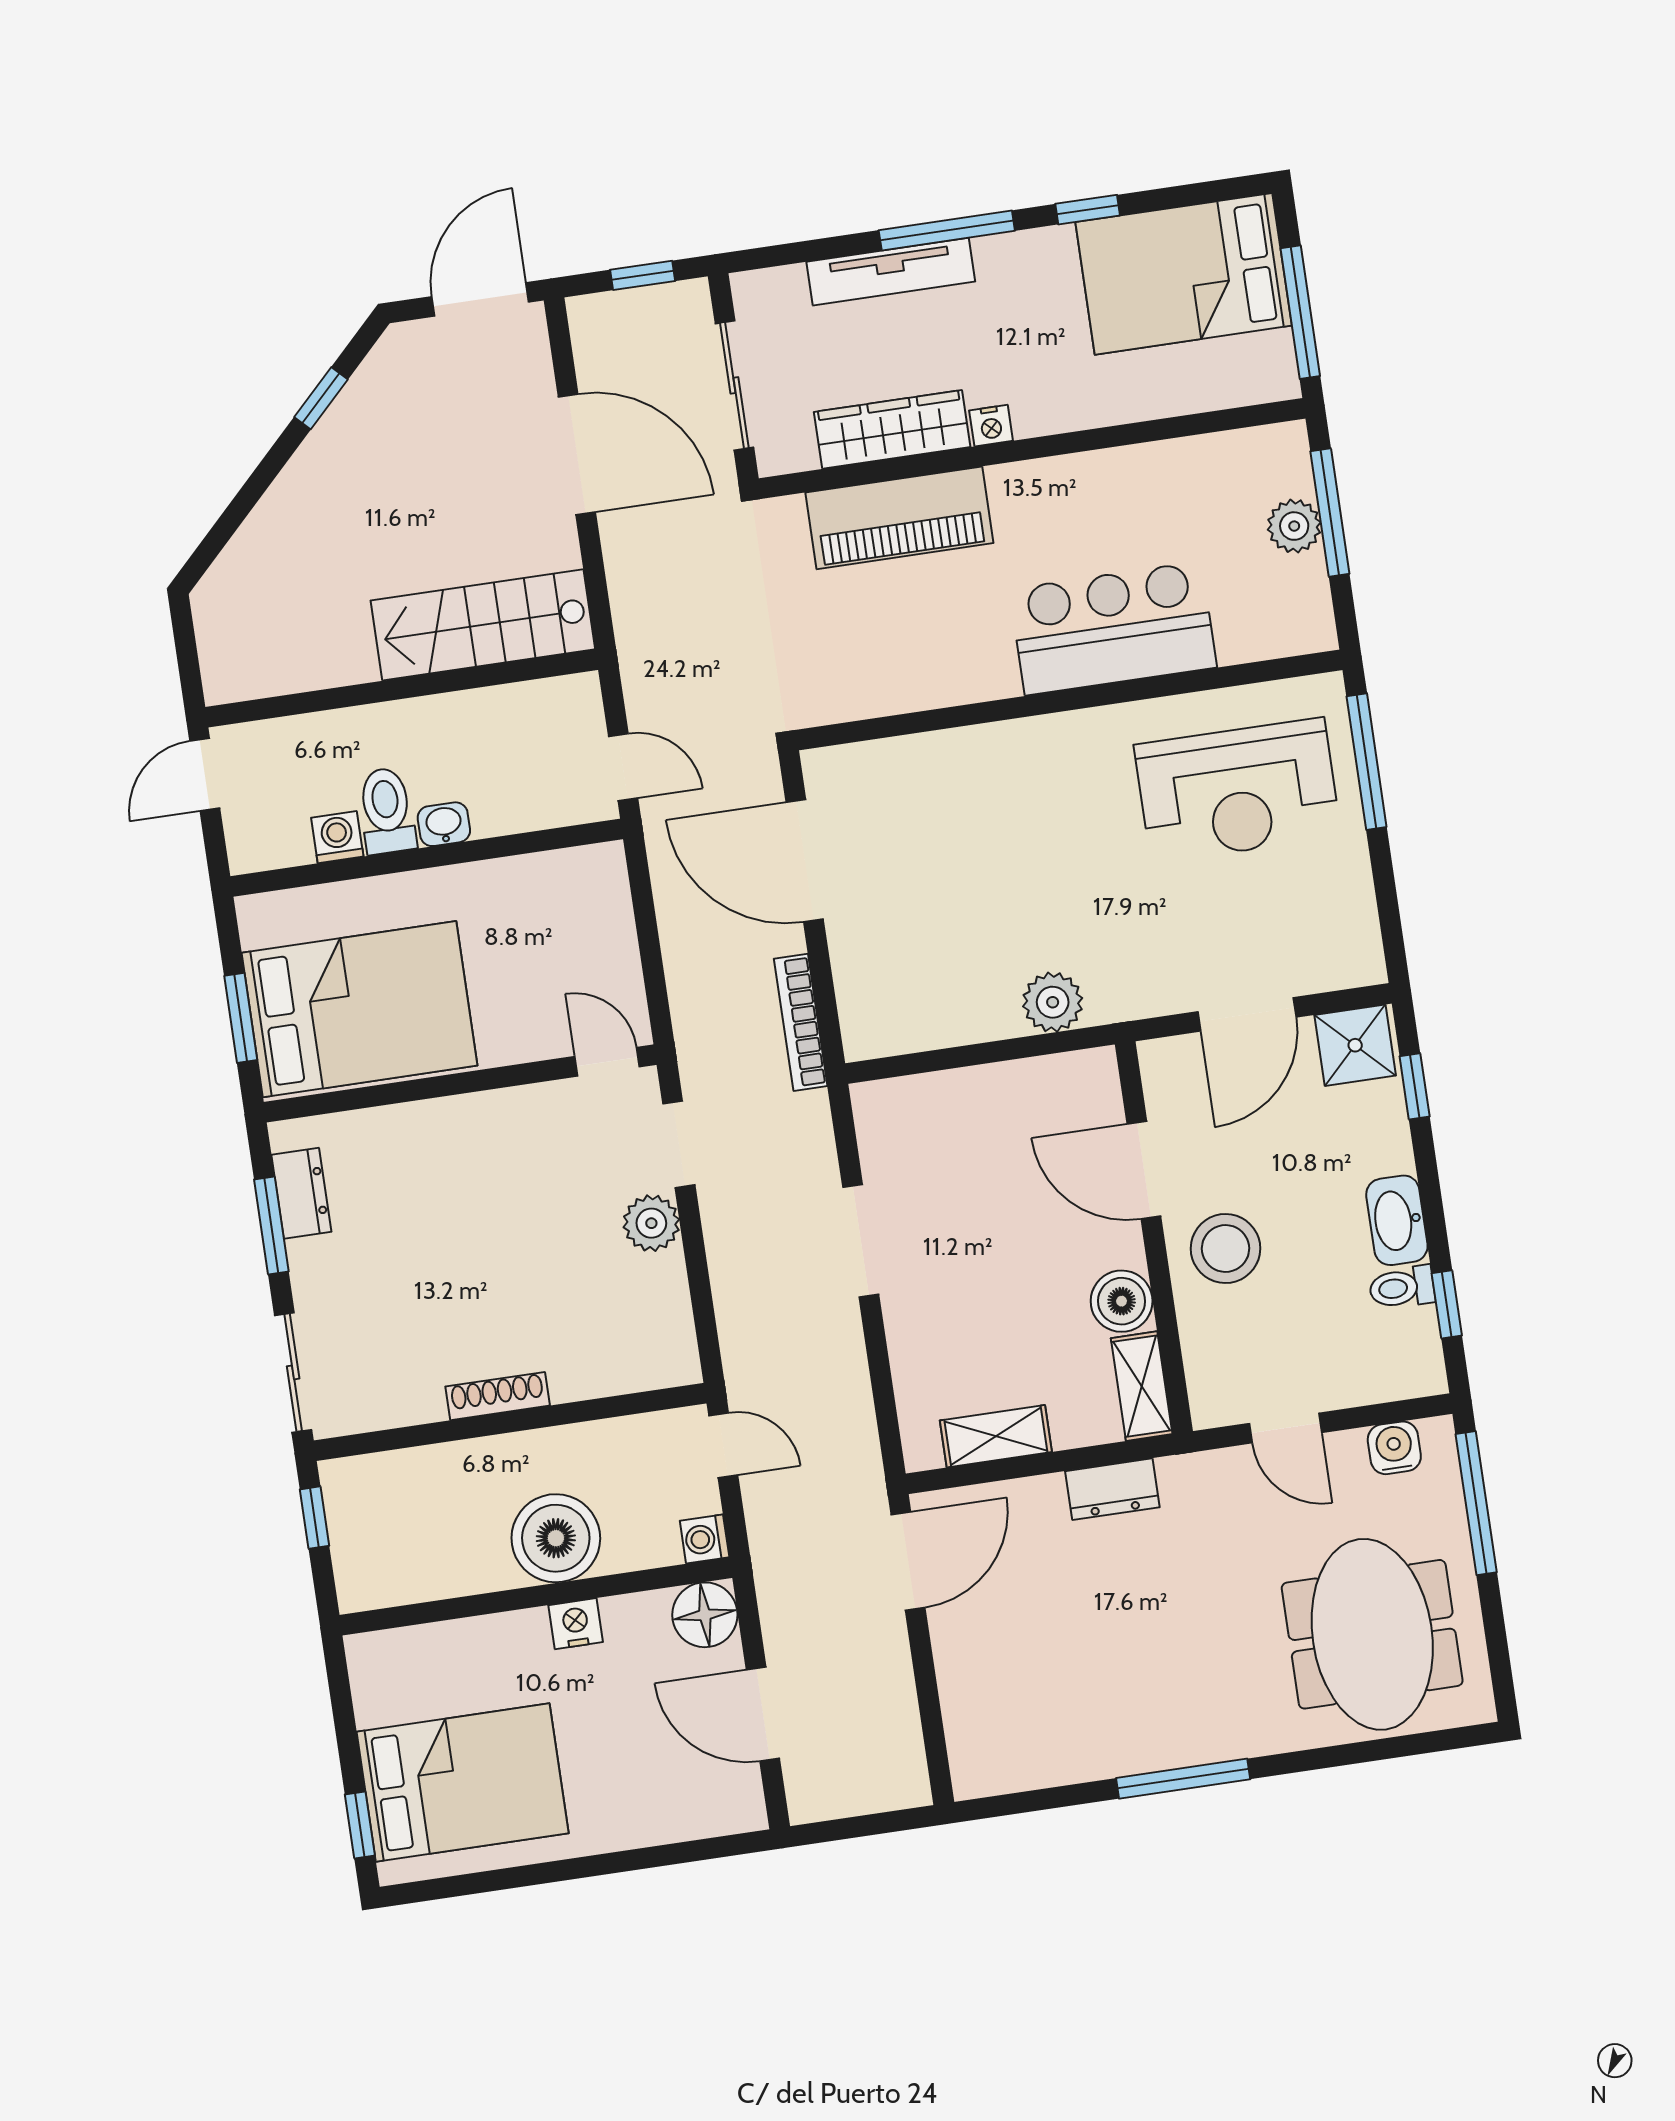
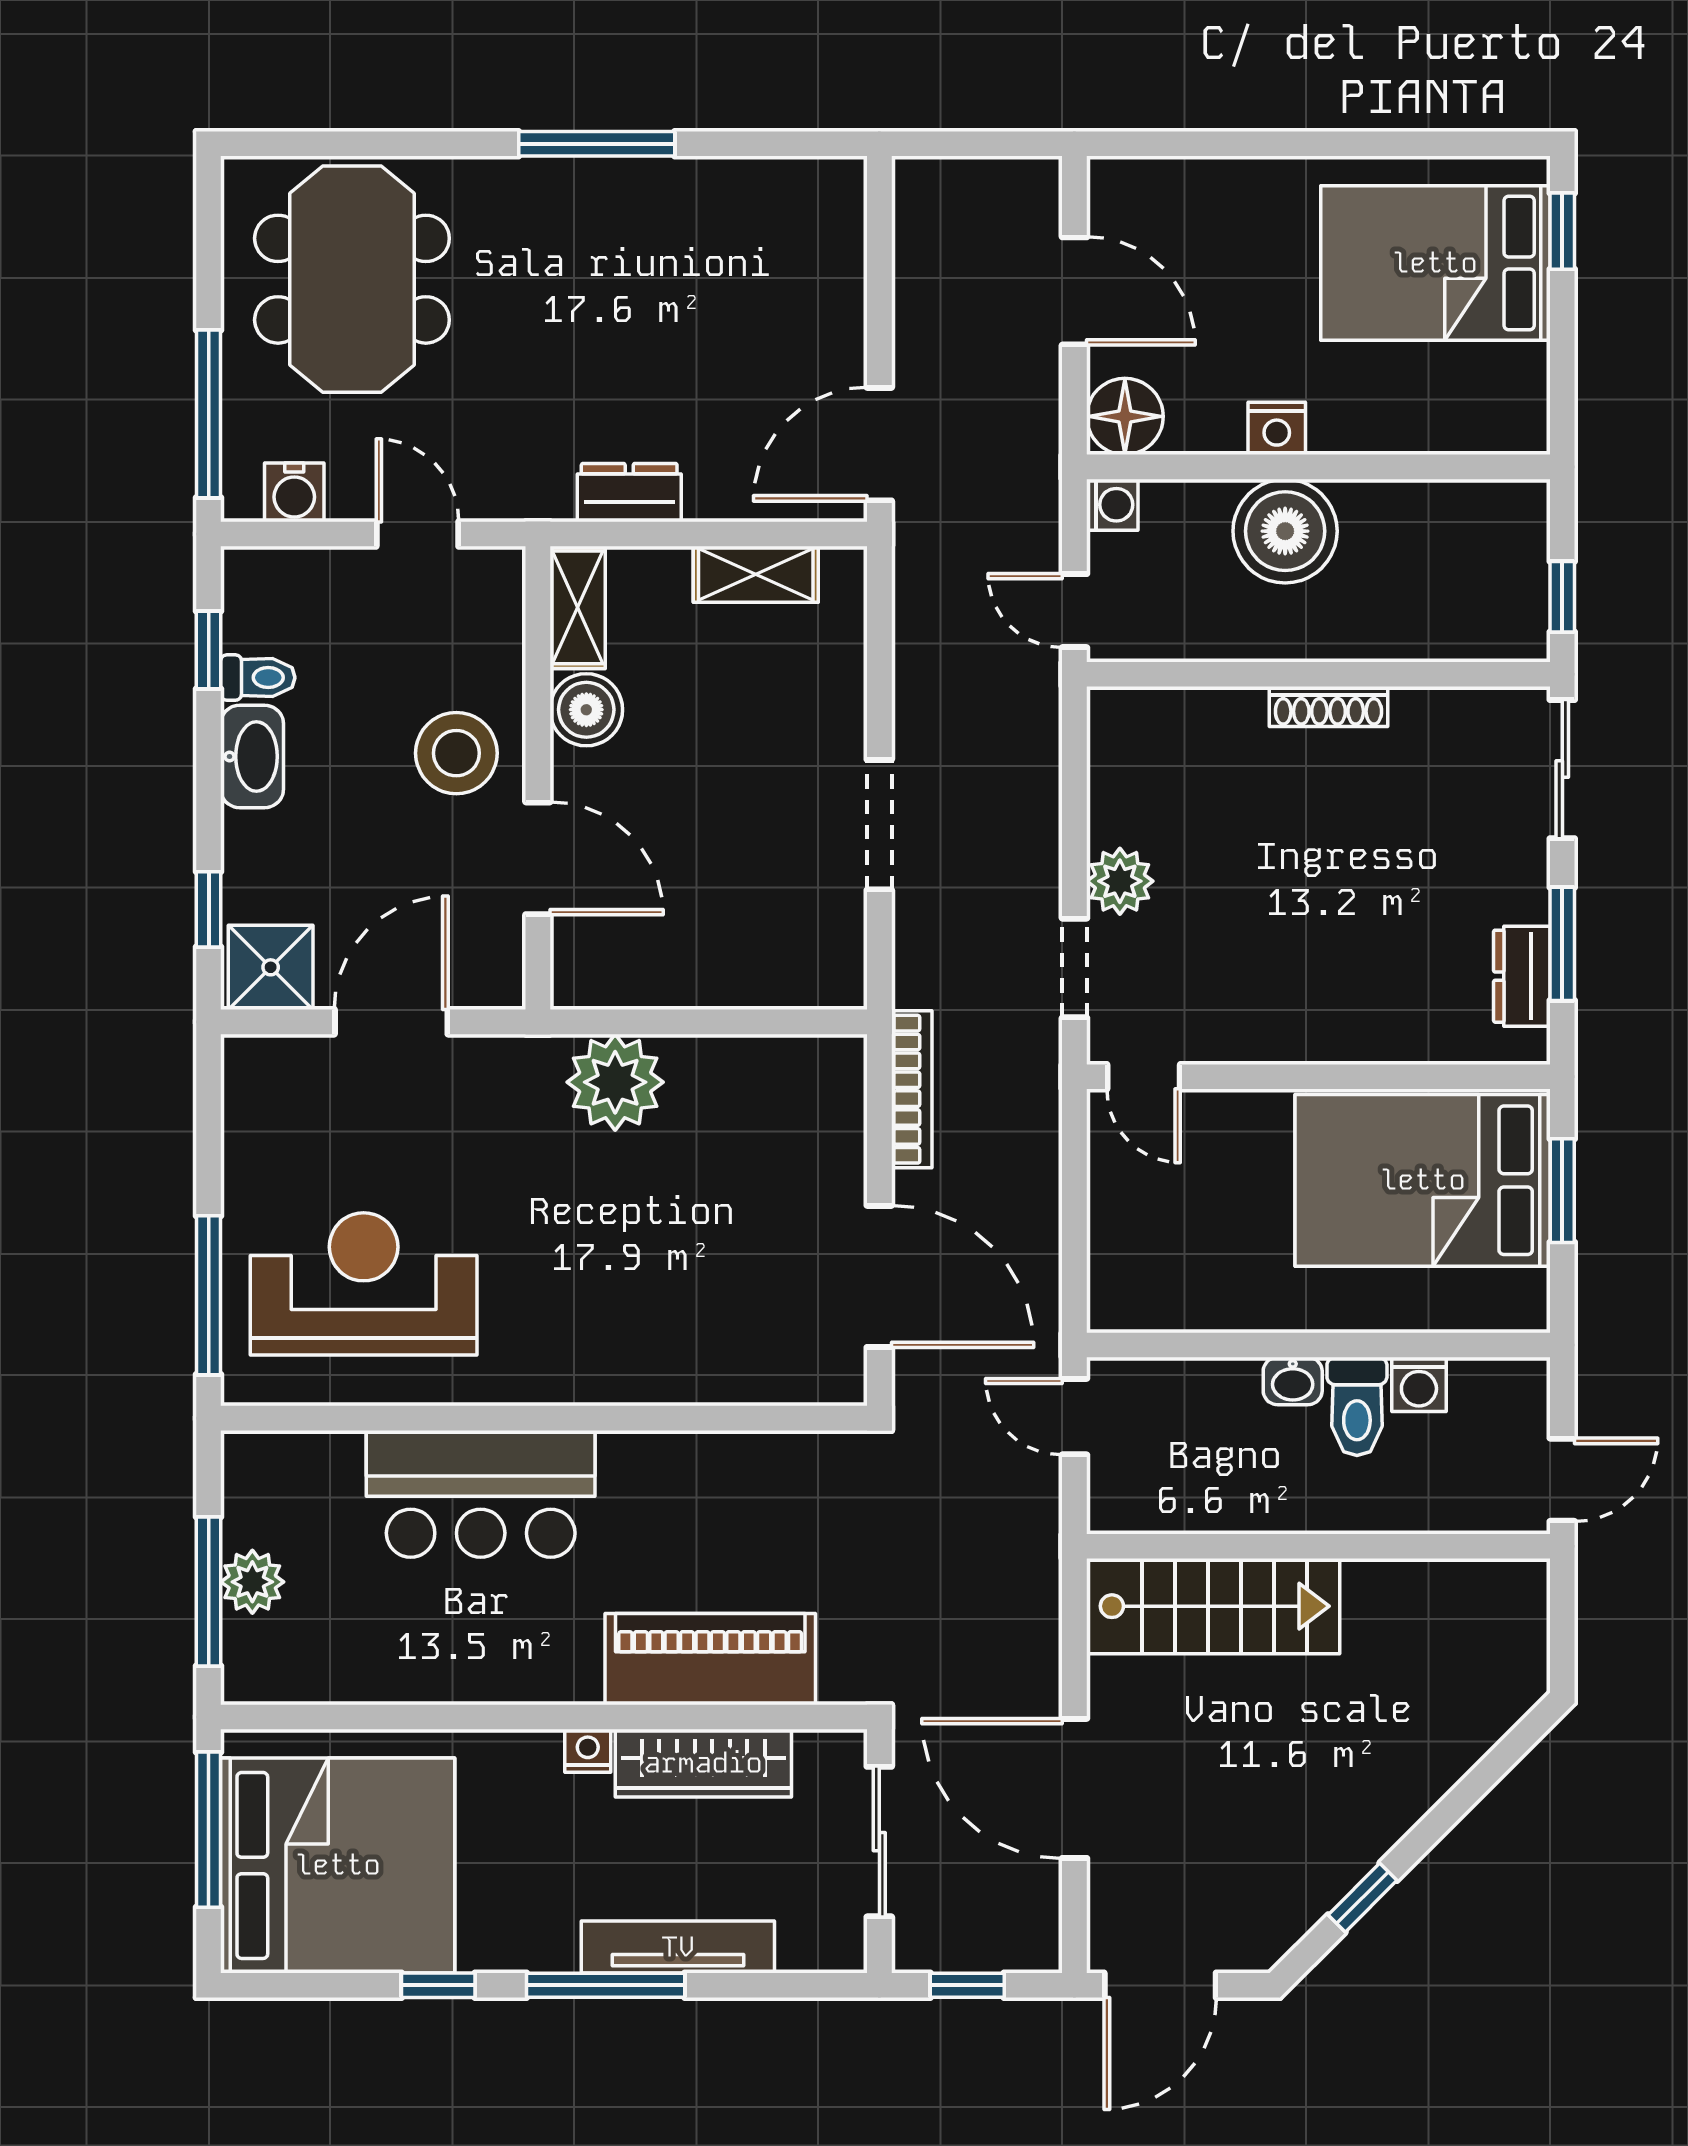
bed: (1184, 274) -> (338, 1865), width x1.36
plant: (1053, 1002) -> (615, 1082), width x1.36, depth x1.36

